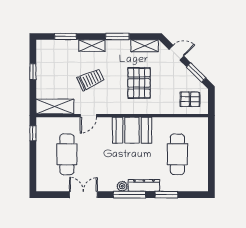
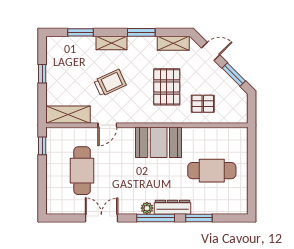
pallet: (190, 99) -> (203, 104), moved
cafe table: (177, 154) -> (212, 171), turned 90

